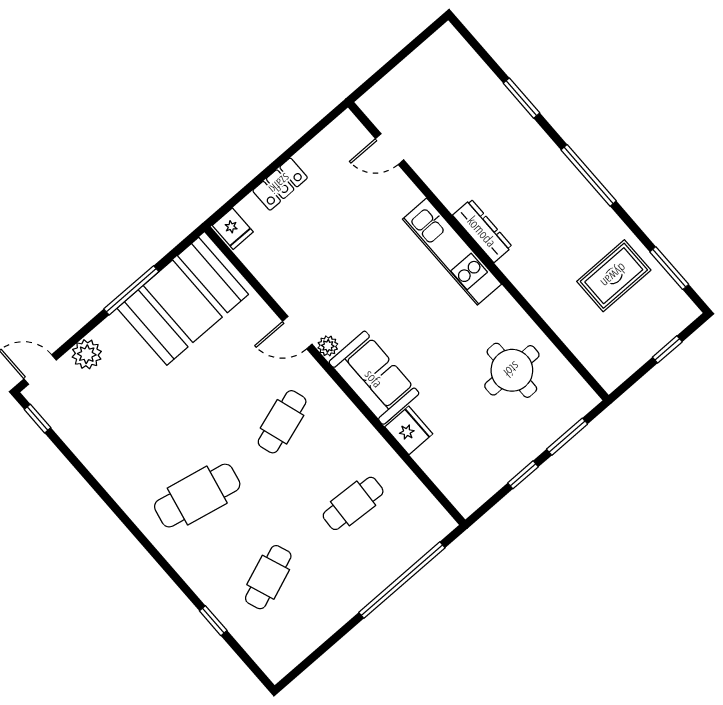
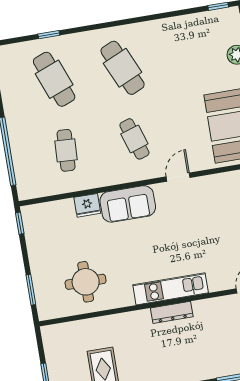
plant: (328, 346) -> (161, 189), removed
window: (523, 475) -> (20, 223), moved
cafe table: (197, 496) -> (123, 68), turned -36
cafe table: (268, 577) -> (54, 79), width x1.37, depth x1.35

